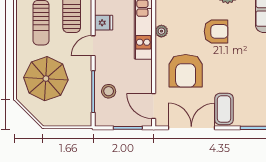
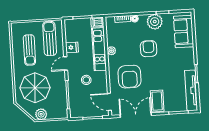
armchair: (216, 31) -> (149, 49), turned -90
stool: (109, 91) -> (86, 80), moved
plant: (52, 118) -> (41, 114), added

